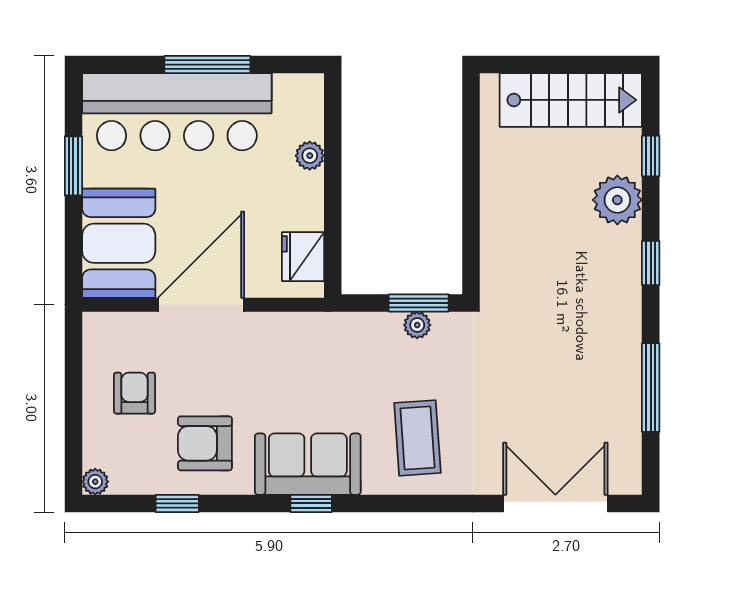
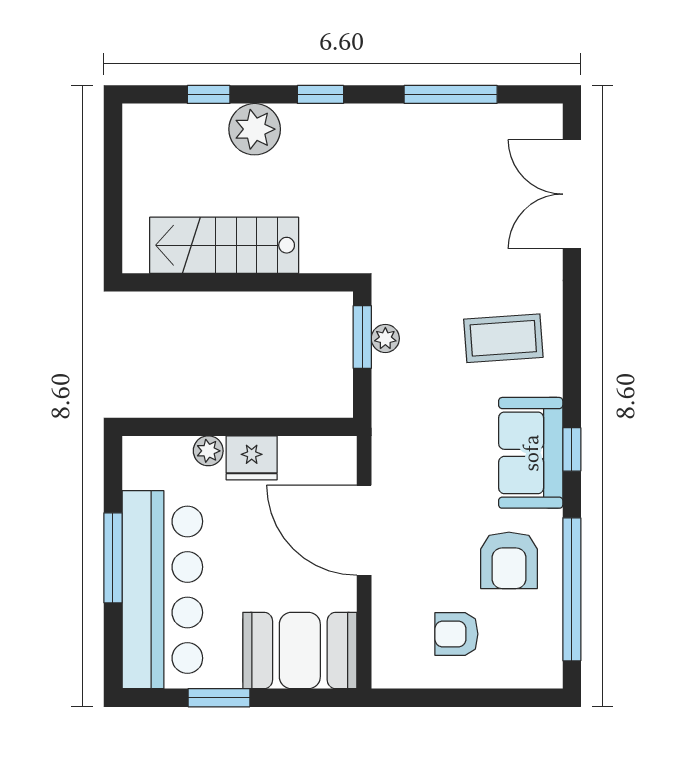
stairs: (571, 100) -> (224, 245), moved, turned -90
fridge: (303, 257) -> (252, 458), moved
door: (201, 305) -> (364, 530), moved
plant: (95, 482) -> (549, 675), removed
window: (177, 503) -> (572, 589), width x3.17

